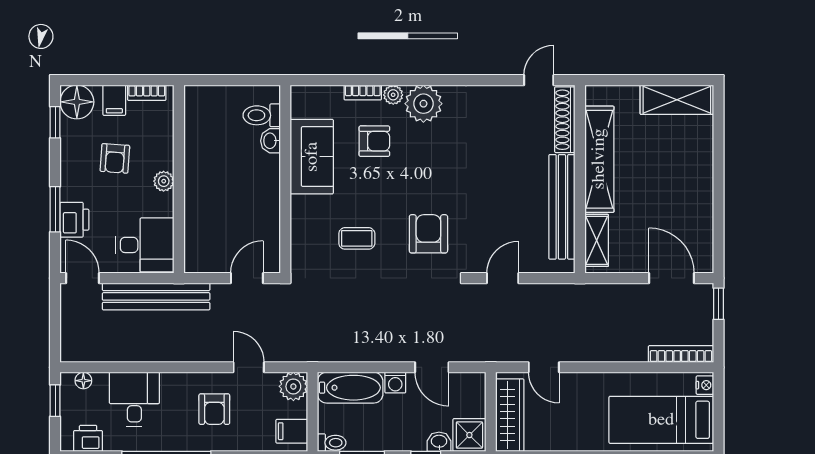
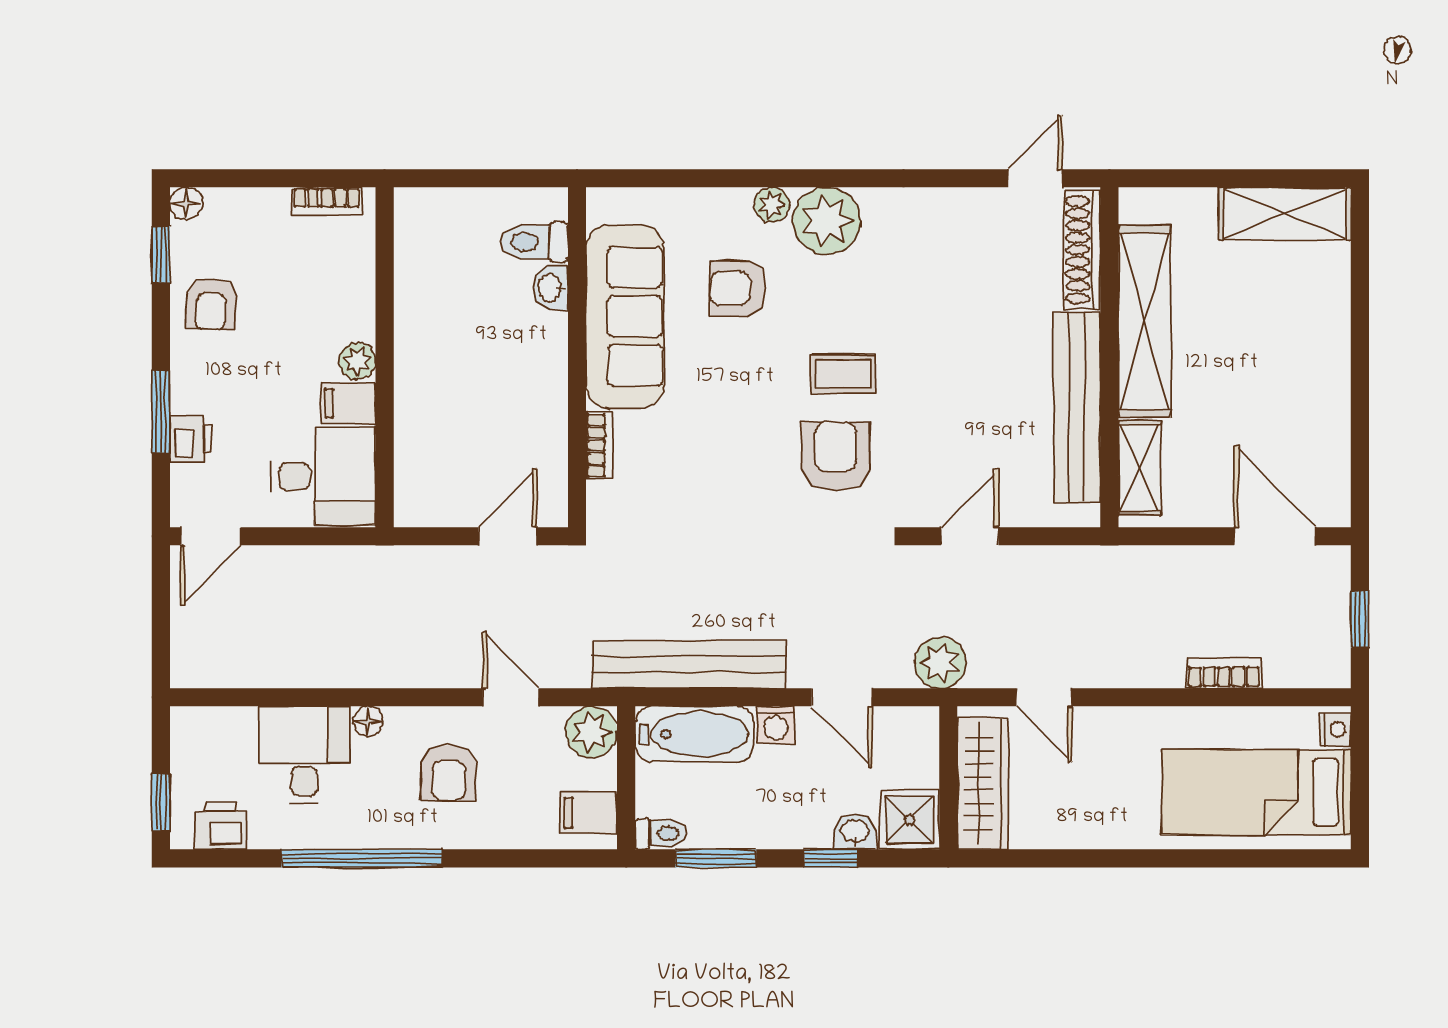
bookcase: (363, 93) -> (599, 445), moved, turned -90
filing cabinet: (114, 100) -> (348, 403), moved, turned 90
floor lamp: (77, 102) -> (186, 203), width x0.53, depth x0.53
armchair: (374, 141) -> (738, 289), turned 180
sofa: (312, 157) -> (625, 316), width x1.36
armchair: (115, 158) -> (211, 304), moved
printer: (74, 220) -> (191, 439), width x0.73, depth x0.81
coffee table: (357, 238) -> (843, 374), moved
door: (83, 278) -> (211, 536), swing flipped
bench: (156, 296) -> (689, 664), moved
window: (719, 304) -> (1360, 619), moved
plant: (486, 348) -> (940, 663), added
bookcase: (681, 354) -> (1224, 673), moved, width x0.64
floor lamp: (83, 381) -> (368, 721), moved
window: (55, 401) -> (161, 803), moved

